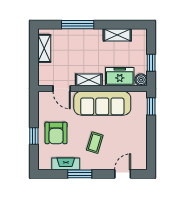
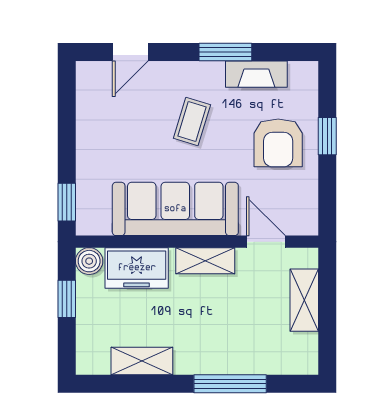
shelving: (44, 48) -> (304, 300), moved
armchair: (56, 133) -> (278, 143), turned 180

